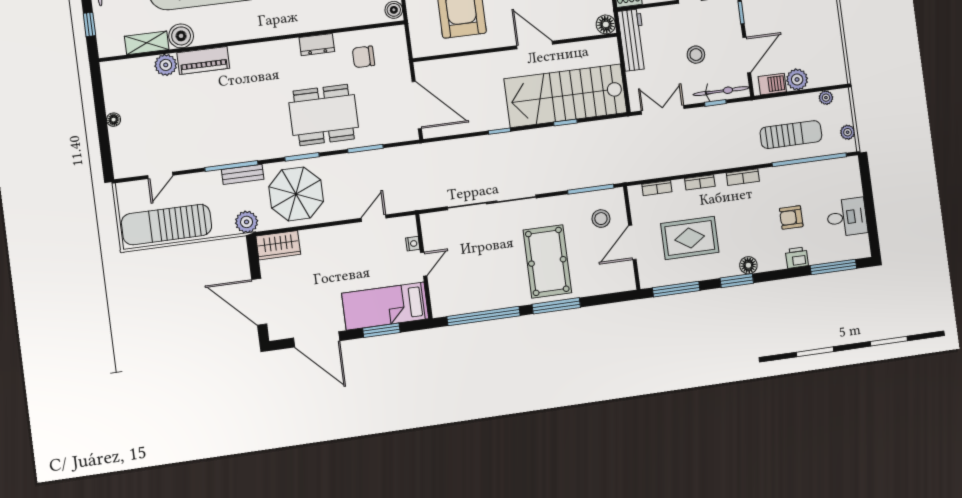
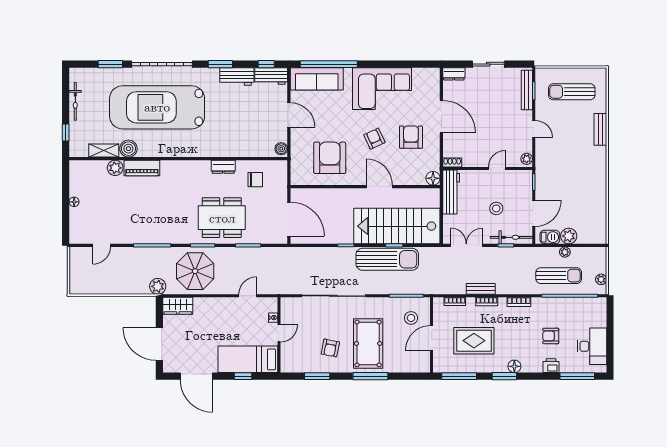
chair: (363, 57) -> (255, 180), turned 180
plant: (826, 98) -> (565, 252), moved
bench: (243, 174) -> (481, 289), moved
desk: (847, 217) -> (592, 346), width x1.37
sun lounger: (167, 225) -> (387, 259), moved, turned 180
armchair: (497, 275) -> (330, 348), added
window: (484, 316) -> (317, 376), width x0.47
window: (381, 330) -> (243, 376), width x0.67

